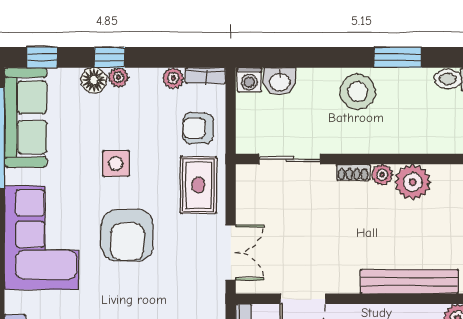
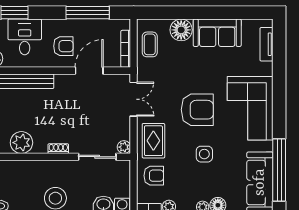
plant: (382, 175) -> (124, 147), moved
armchair: (127, 235) -> (197, 110), turned 90
double door: (231, 253) -> (134, 99), swing flipped

